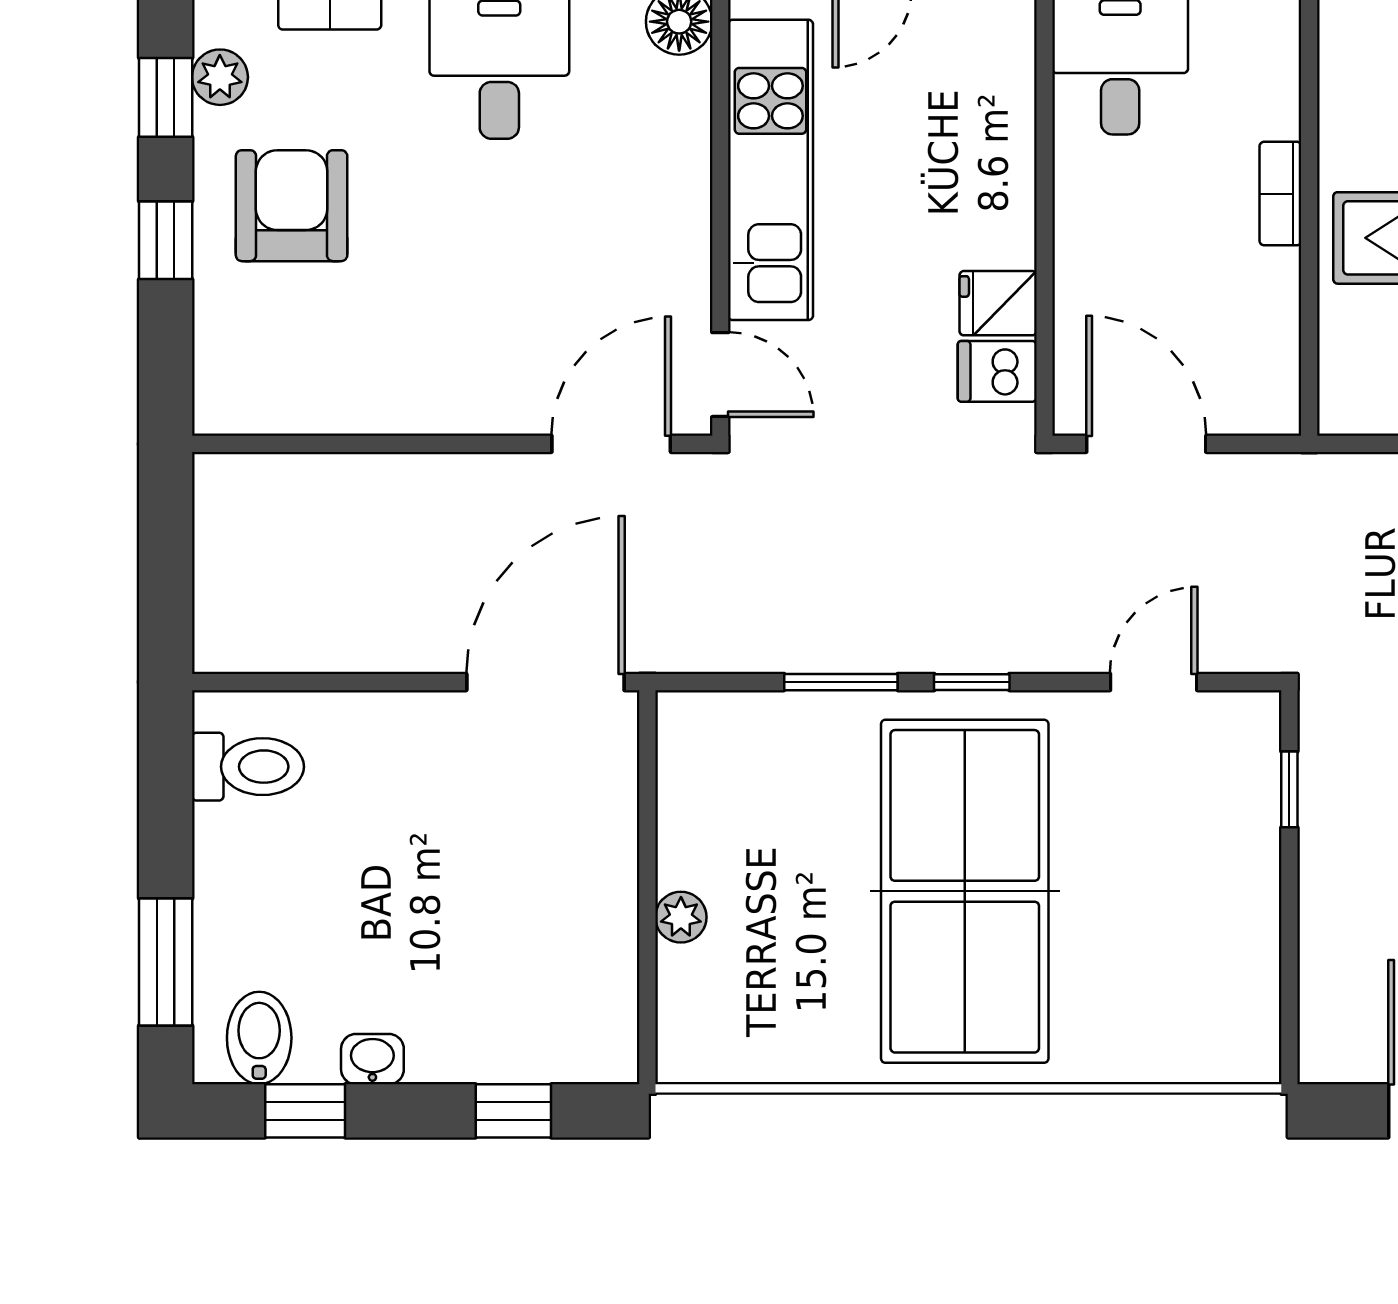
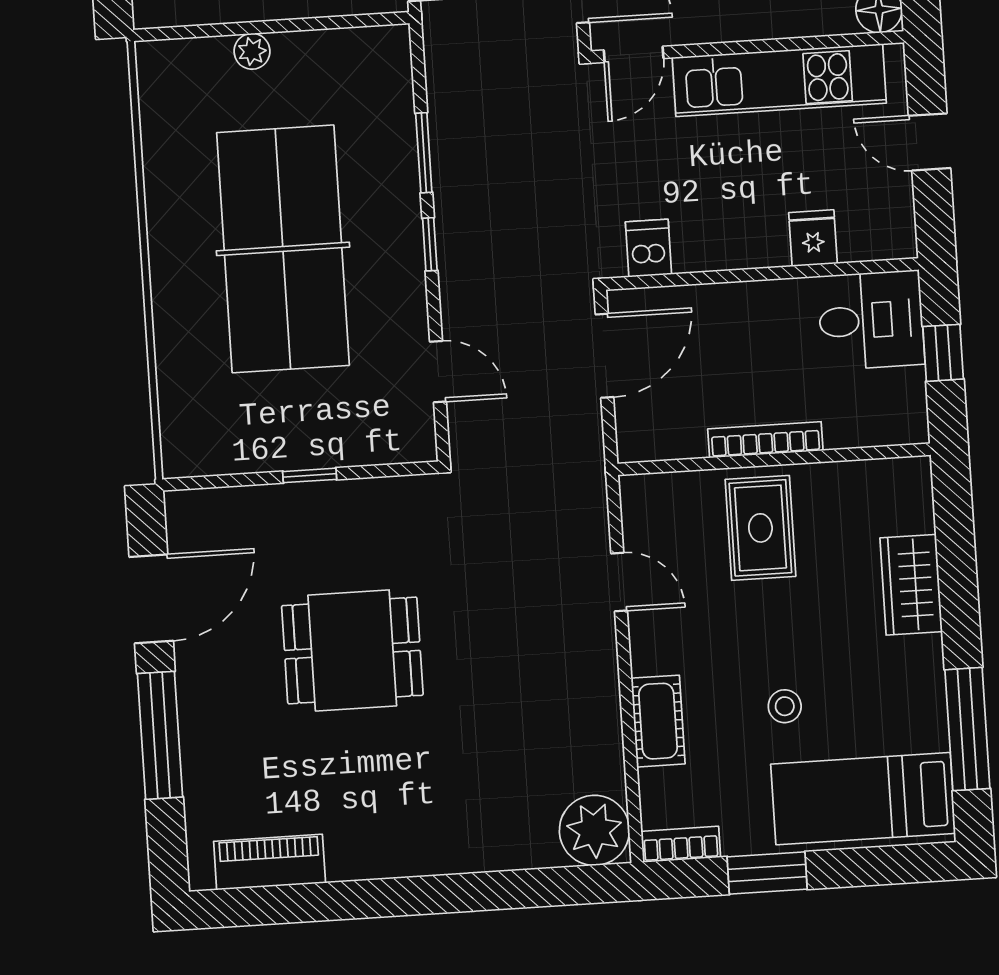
bookcase: (1280, 194) -> (765, 440), width x1.56
fridge: (998, 303) -> (813, 238), moved
window: (1289, 789) -> (310, 475), moved
table tennis table: (965, 891) -> (283, 249), turned 90

